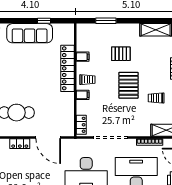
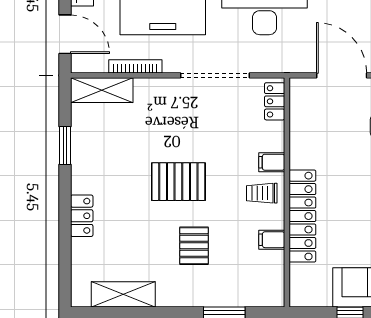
pallet: (121, 54) -> (194, 246), turned 90
pallet: (129, 85) -> (178, 182), turned 90
trolley: (156, 98) -> (122, 156), removed

